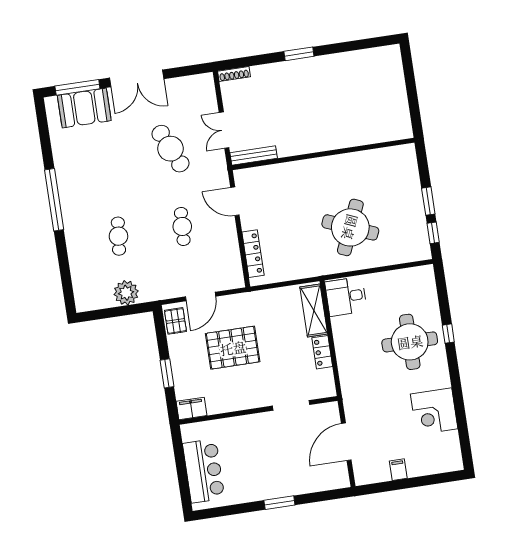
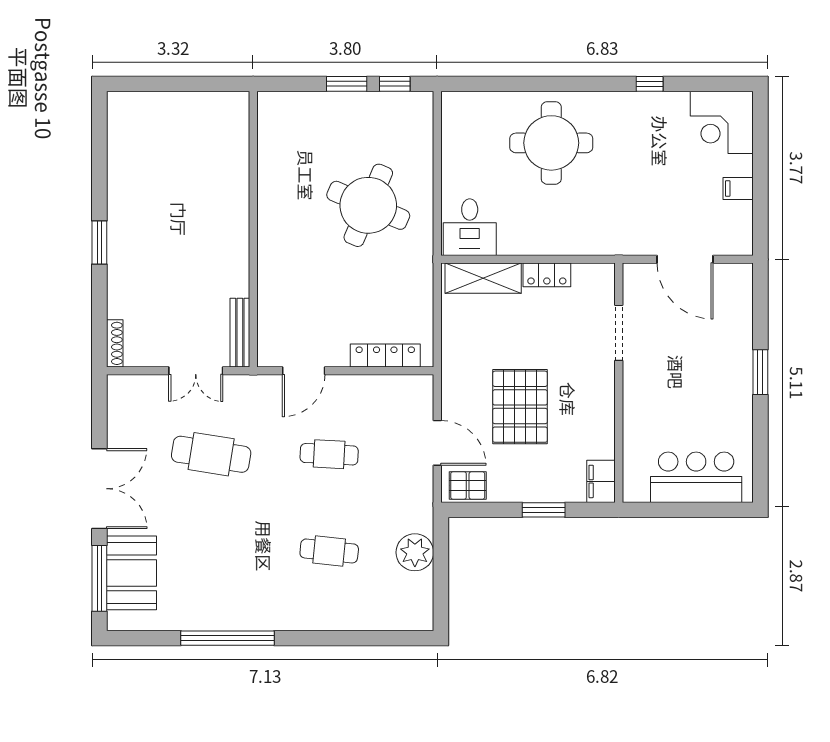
cafe table: (170, 149) -> (211, 454), turned 33
window: (54, 200) -> (227, 638), moved
window: (448, 334) -> (650, 84), moved
corner desk: (434, 411) -> (722, 122), moved, turned 90

